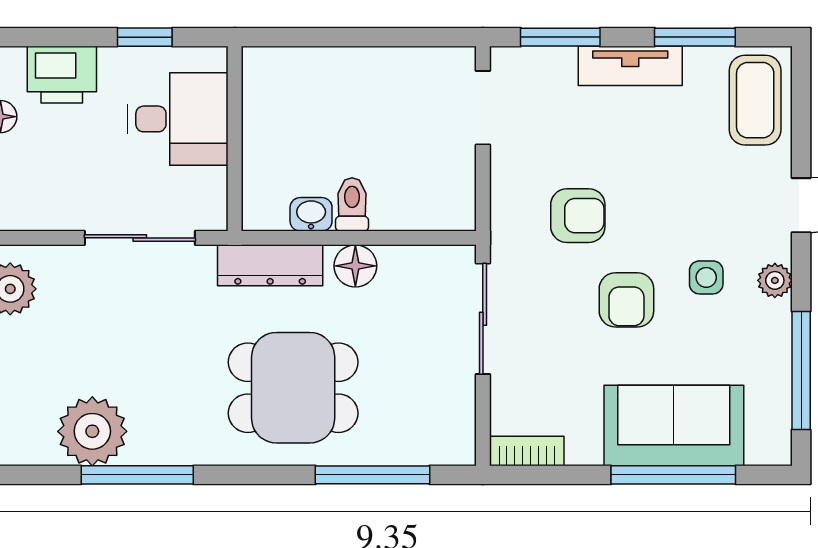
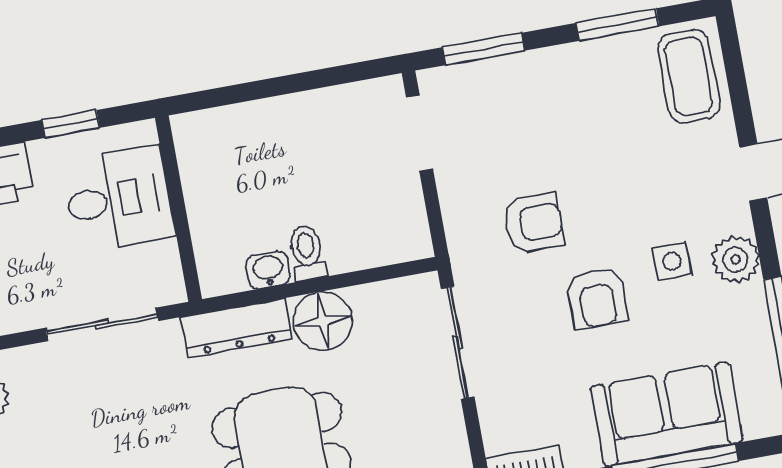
tv unit: (630, 66) -> (558, 65), removed
floor lamp: (355, 266) -> (323, 321), width x1.38, depth x1.38
plant: (775, 280) -> (735, 259), width x1.38, depth x1.38

